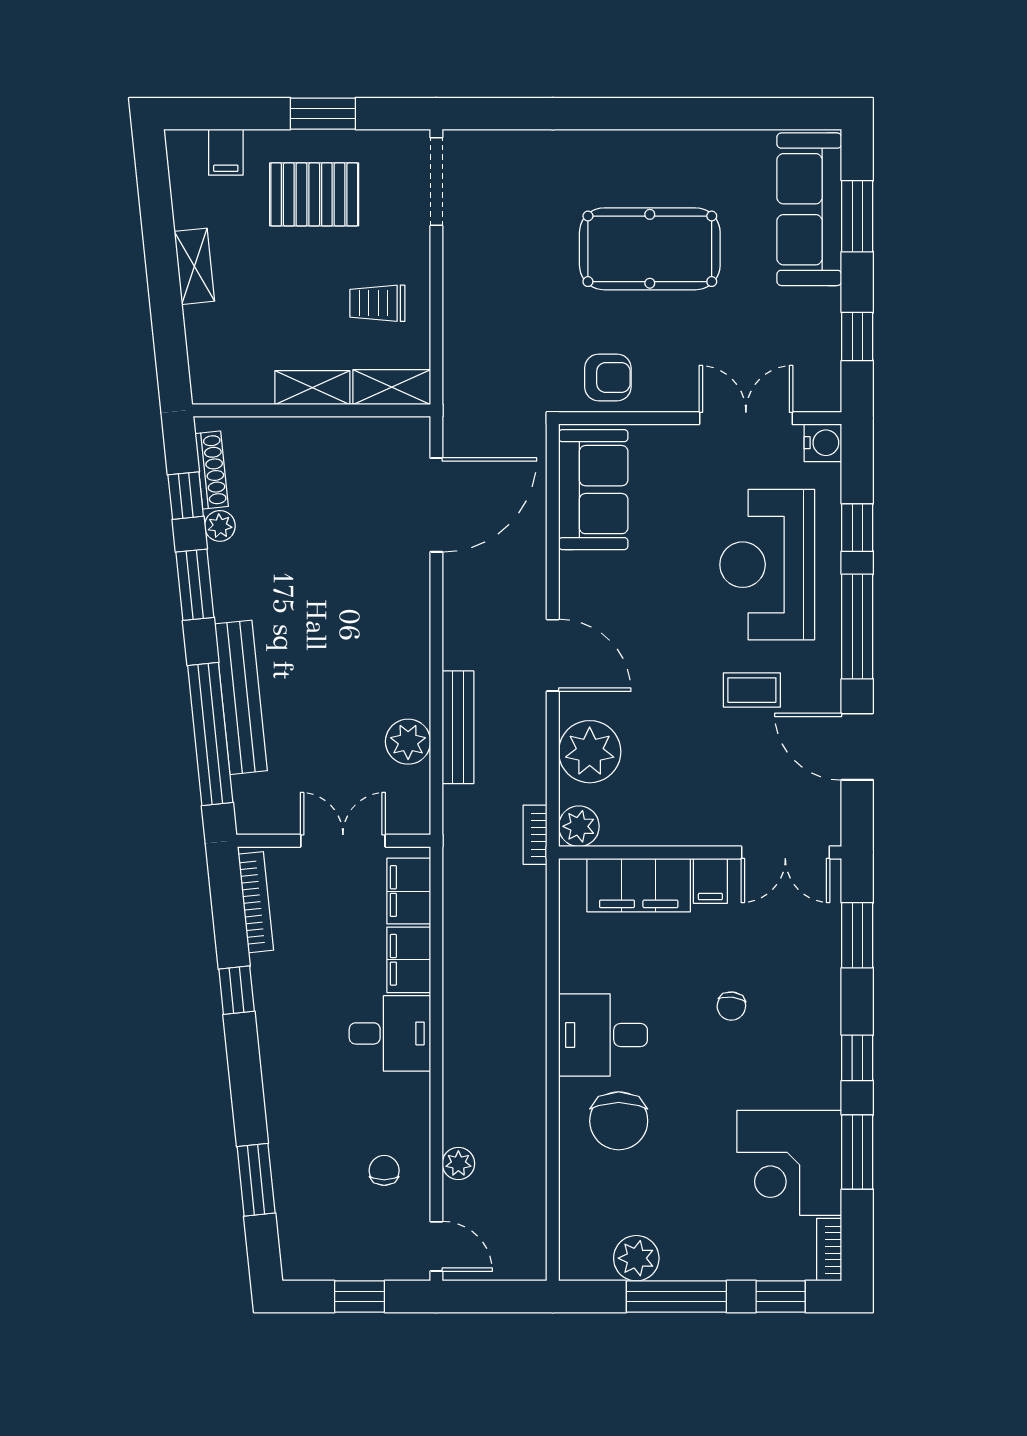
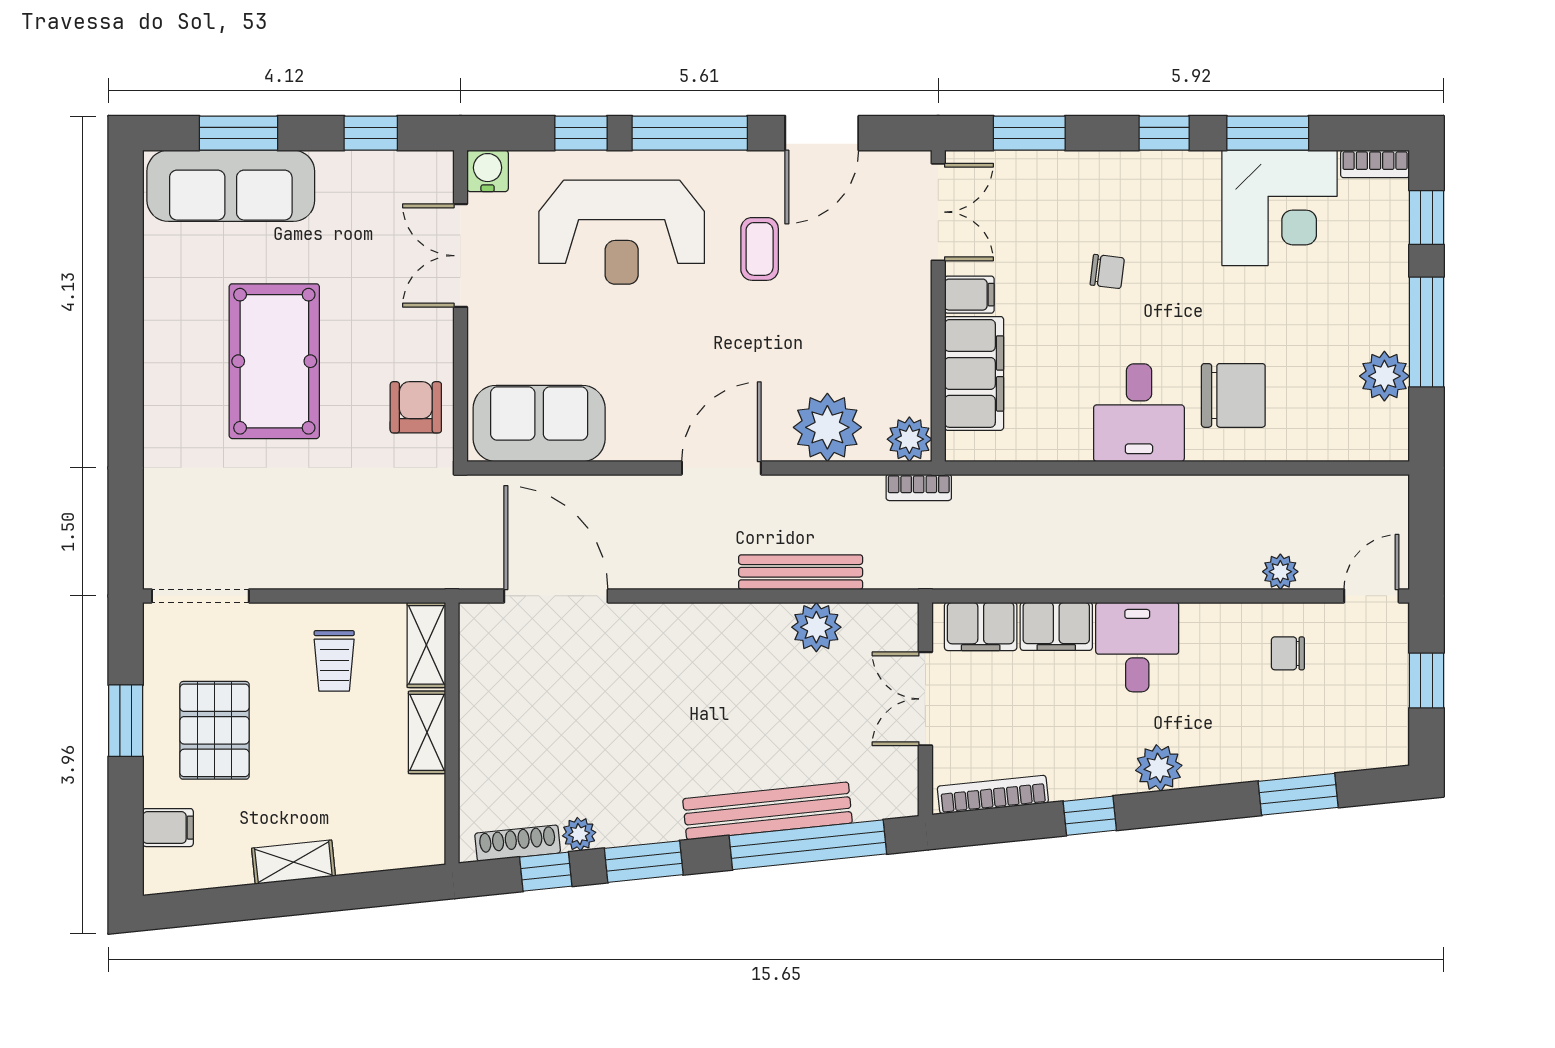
plant: (280, 1053) -> (1159, 768), added

